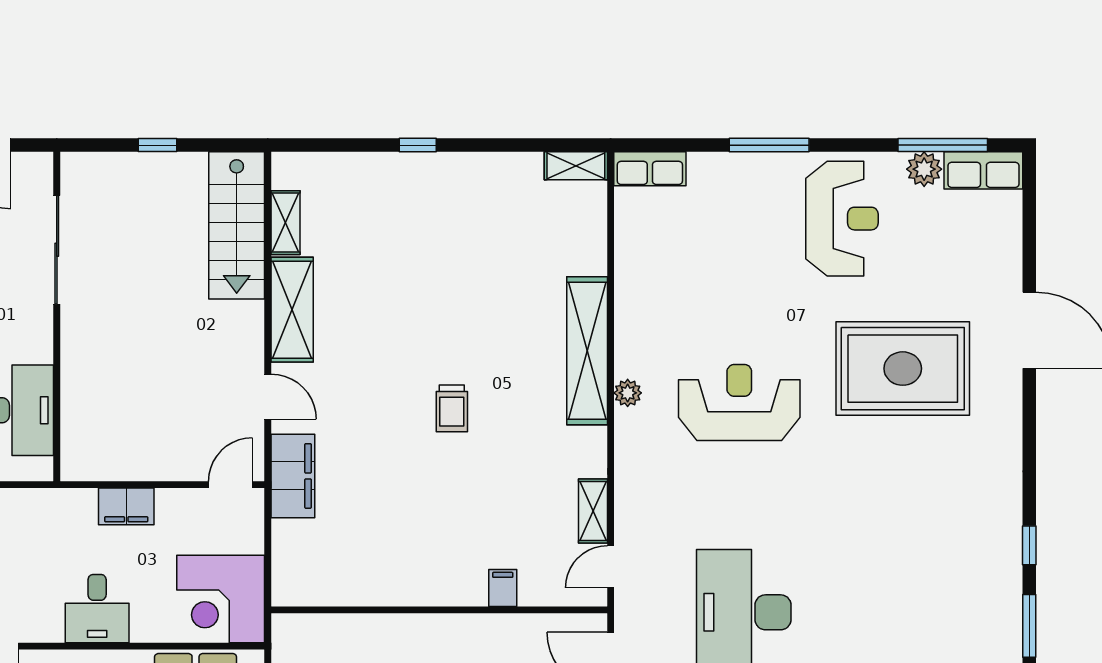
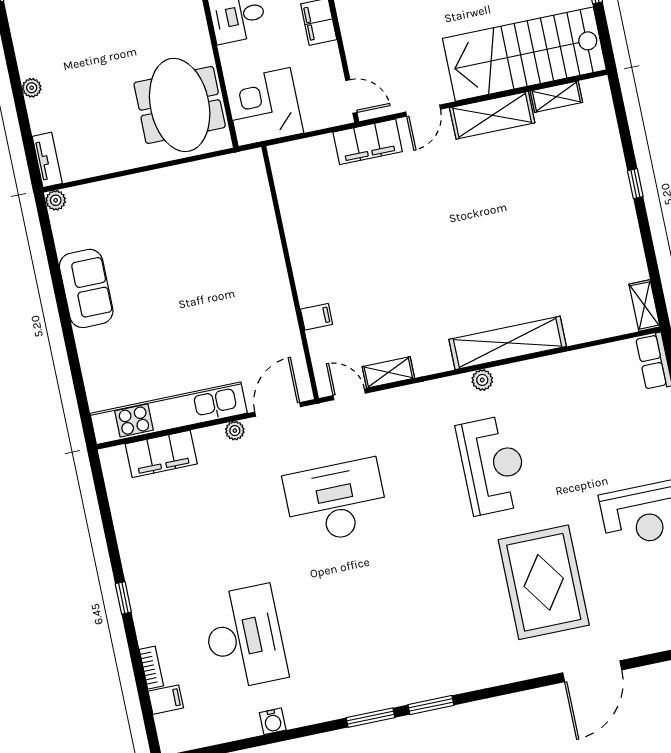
stairs: (237, 225) -> (524, 54), width x1.36, depth x1.51
trolley: (452, 408) -> (443, 250), removed
window: (1029, 545) -> (431, 705), width x1.50

